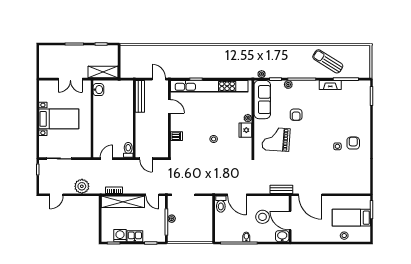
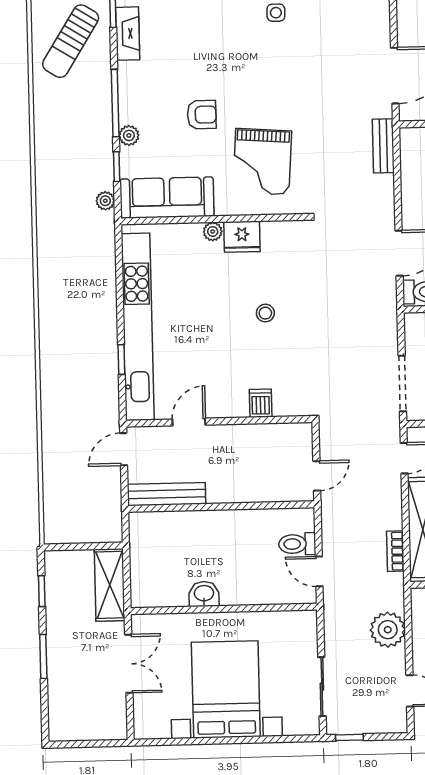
washbasin: (98, 90) -> (204, 594), moved
bed with nightstands: (59, 119) -> (226, 689), width x1.36
toilet: (128, 150) -> (297, 544), moved

